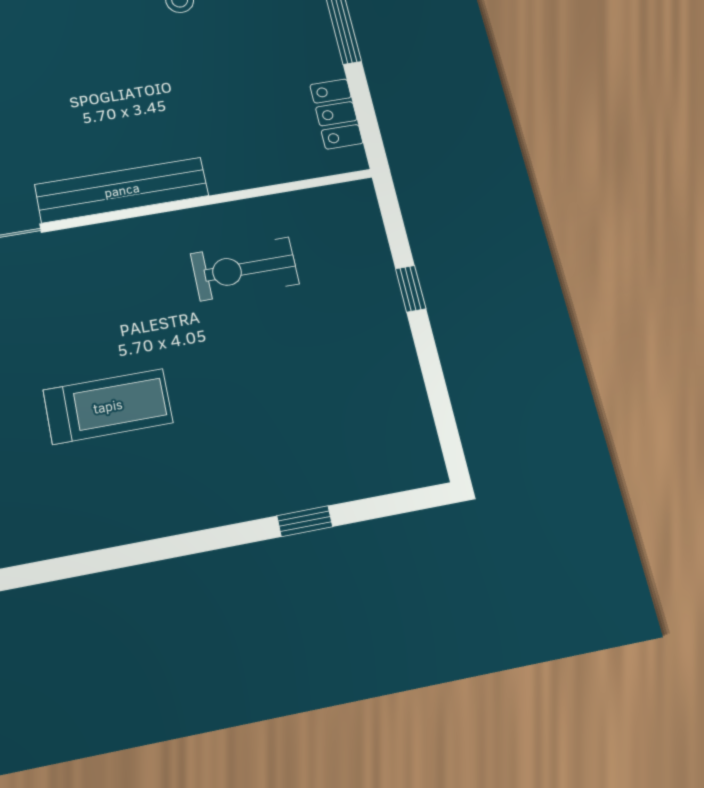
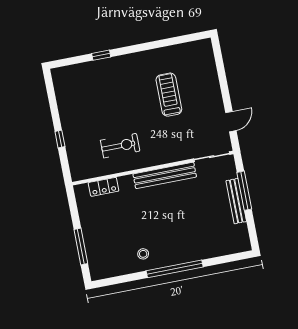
locker: (336, 114) -> (104, 187), moved, turned 90
treadmill: (108, 406) -> (169, 95), turned 90

